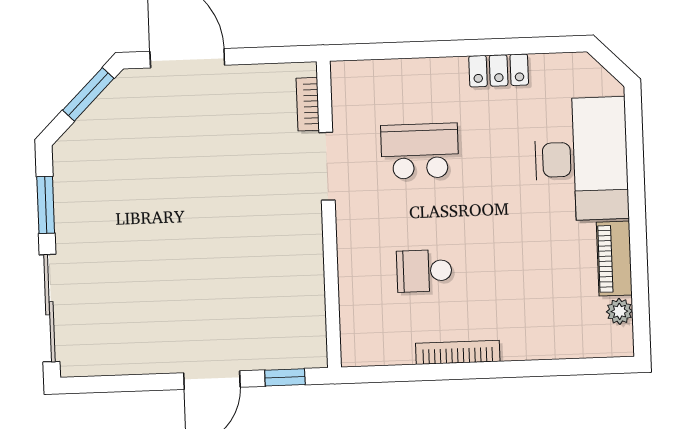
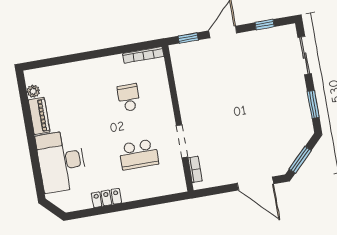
school desk: (424, 271) -> (129, 98), turned -90
sliding door: (49, 308) -> (305, 55), width x0.73
bookcase: (458, 352) -> (143, 55), moved
window: (123, 383) -> (265, 25), added

